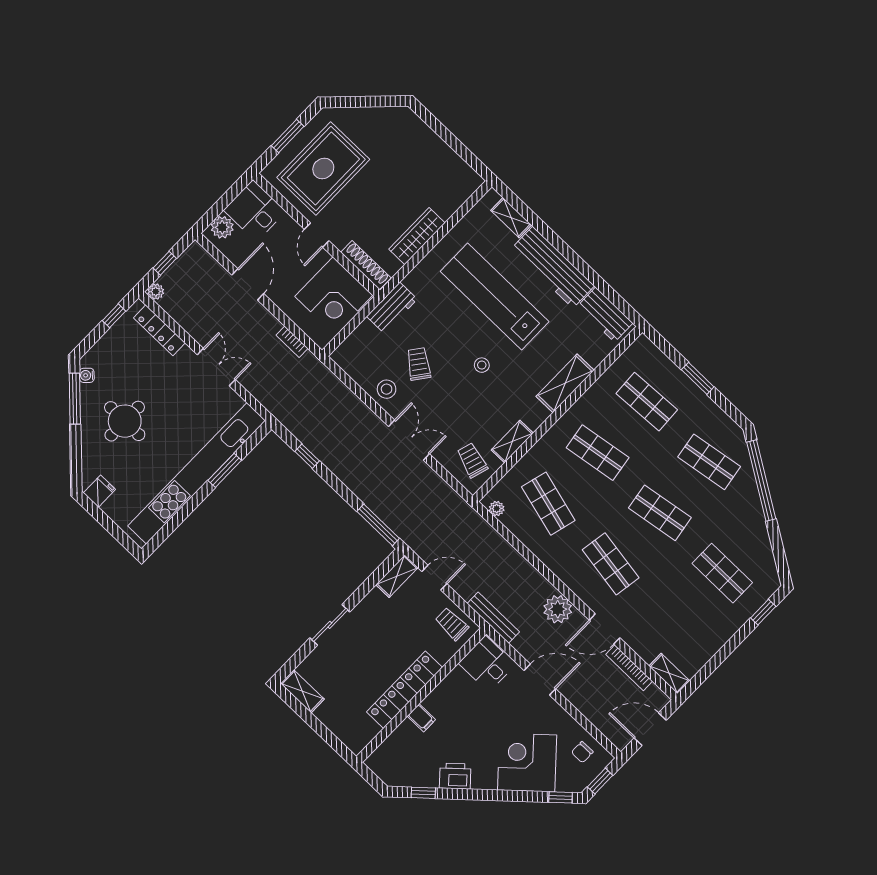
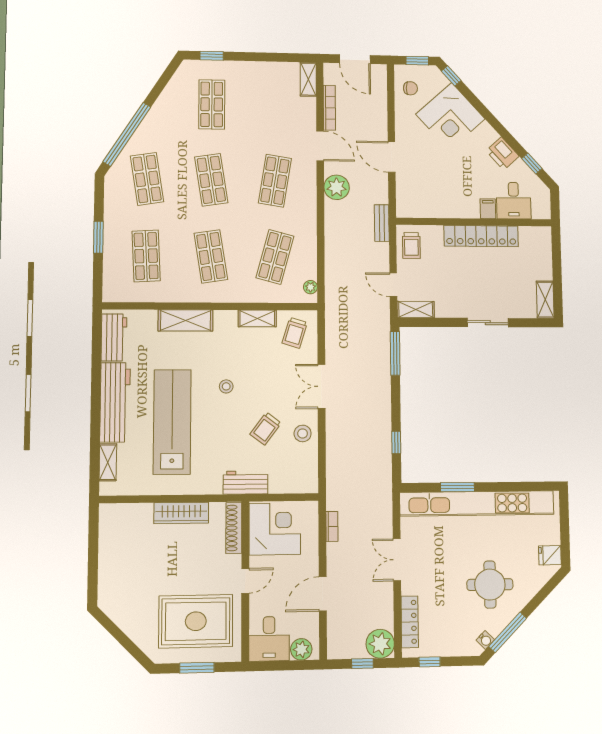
plant: (156, 292) -> (380, 644), width x1.88, depth x1.88
lab bench: (495, 297) -> (172, 422), turned 180
bench: (493, 618) -> (382, 223), width x0.73
desk: (487, 664) -> (514, 201), moved

